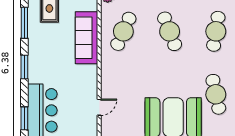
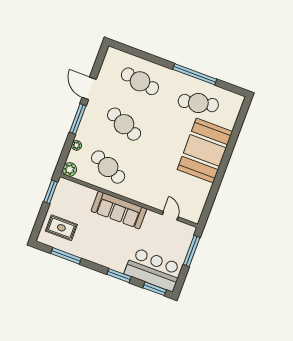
cafe table: (170, 31) -> (124, 124), turned 45
sofa: (86, 38) -> (119, 210), moved
window: (24, 67) -> (119, 276), moved

